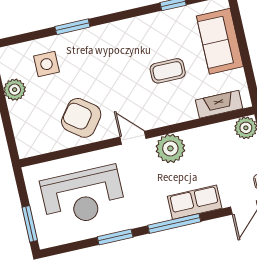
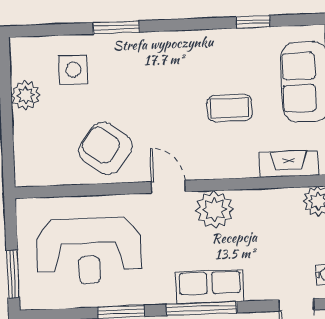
row of seats: (195, 202) -> (210, 287), moved

